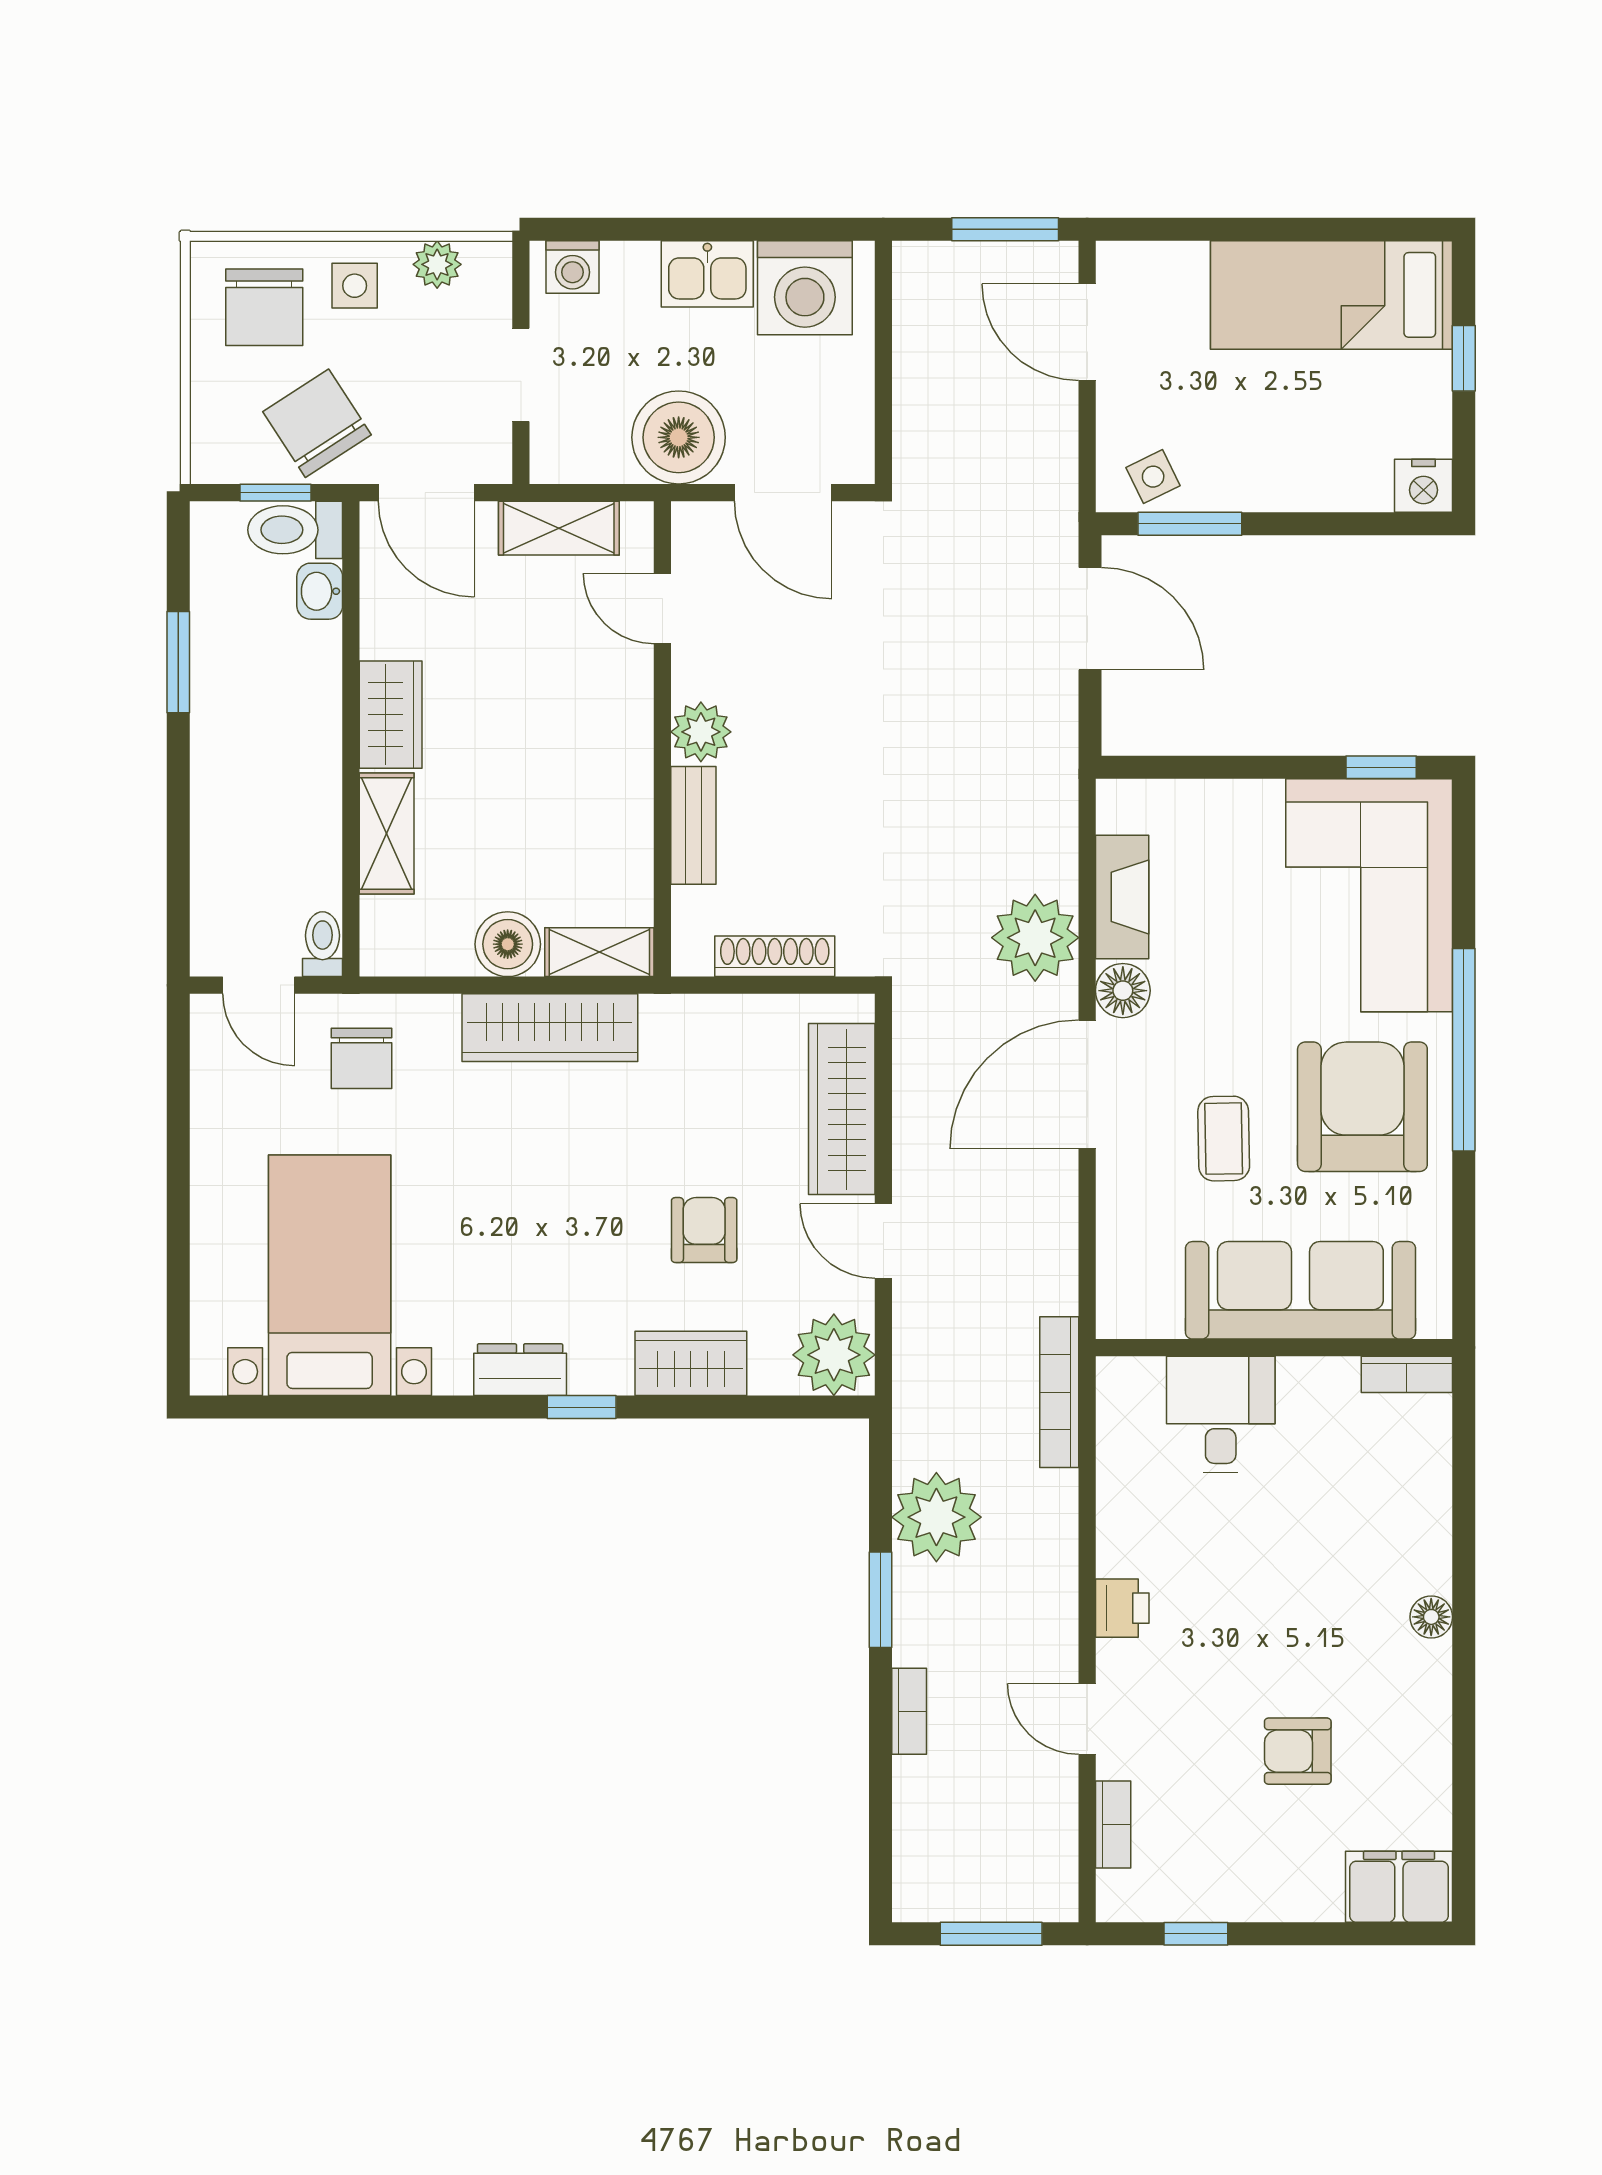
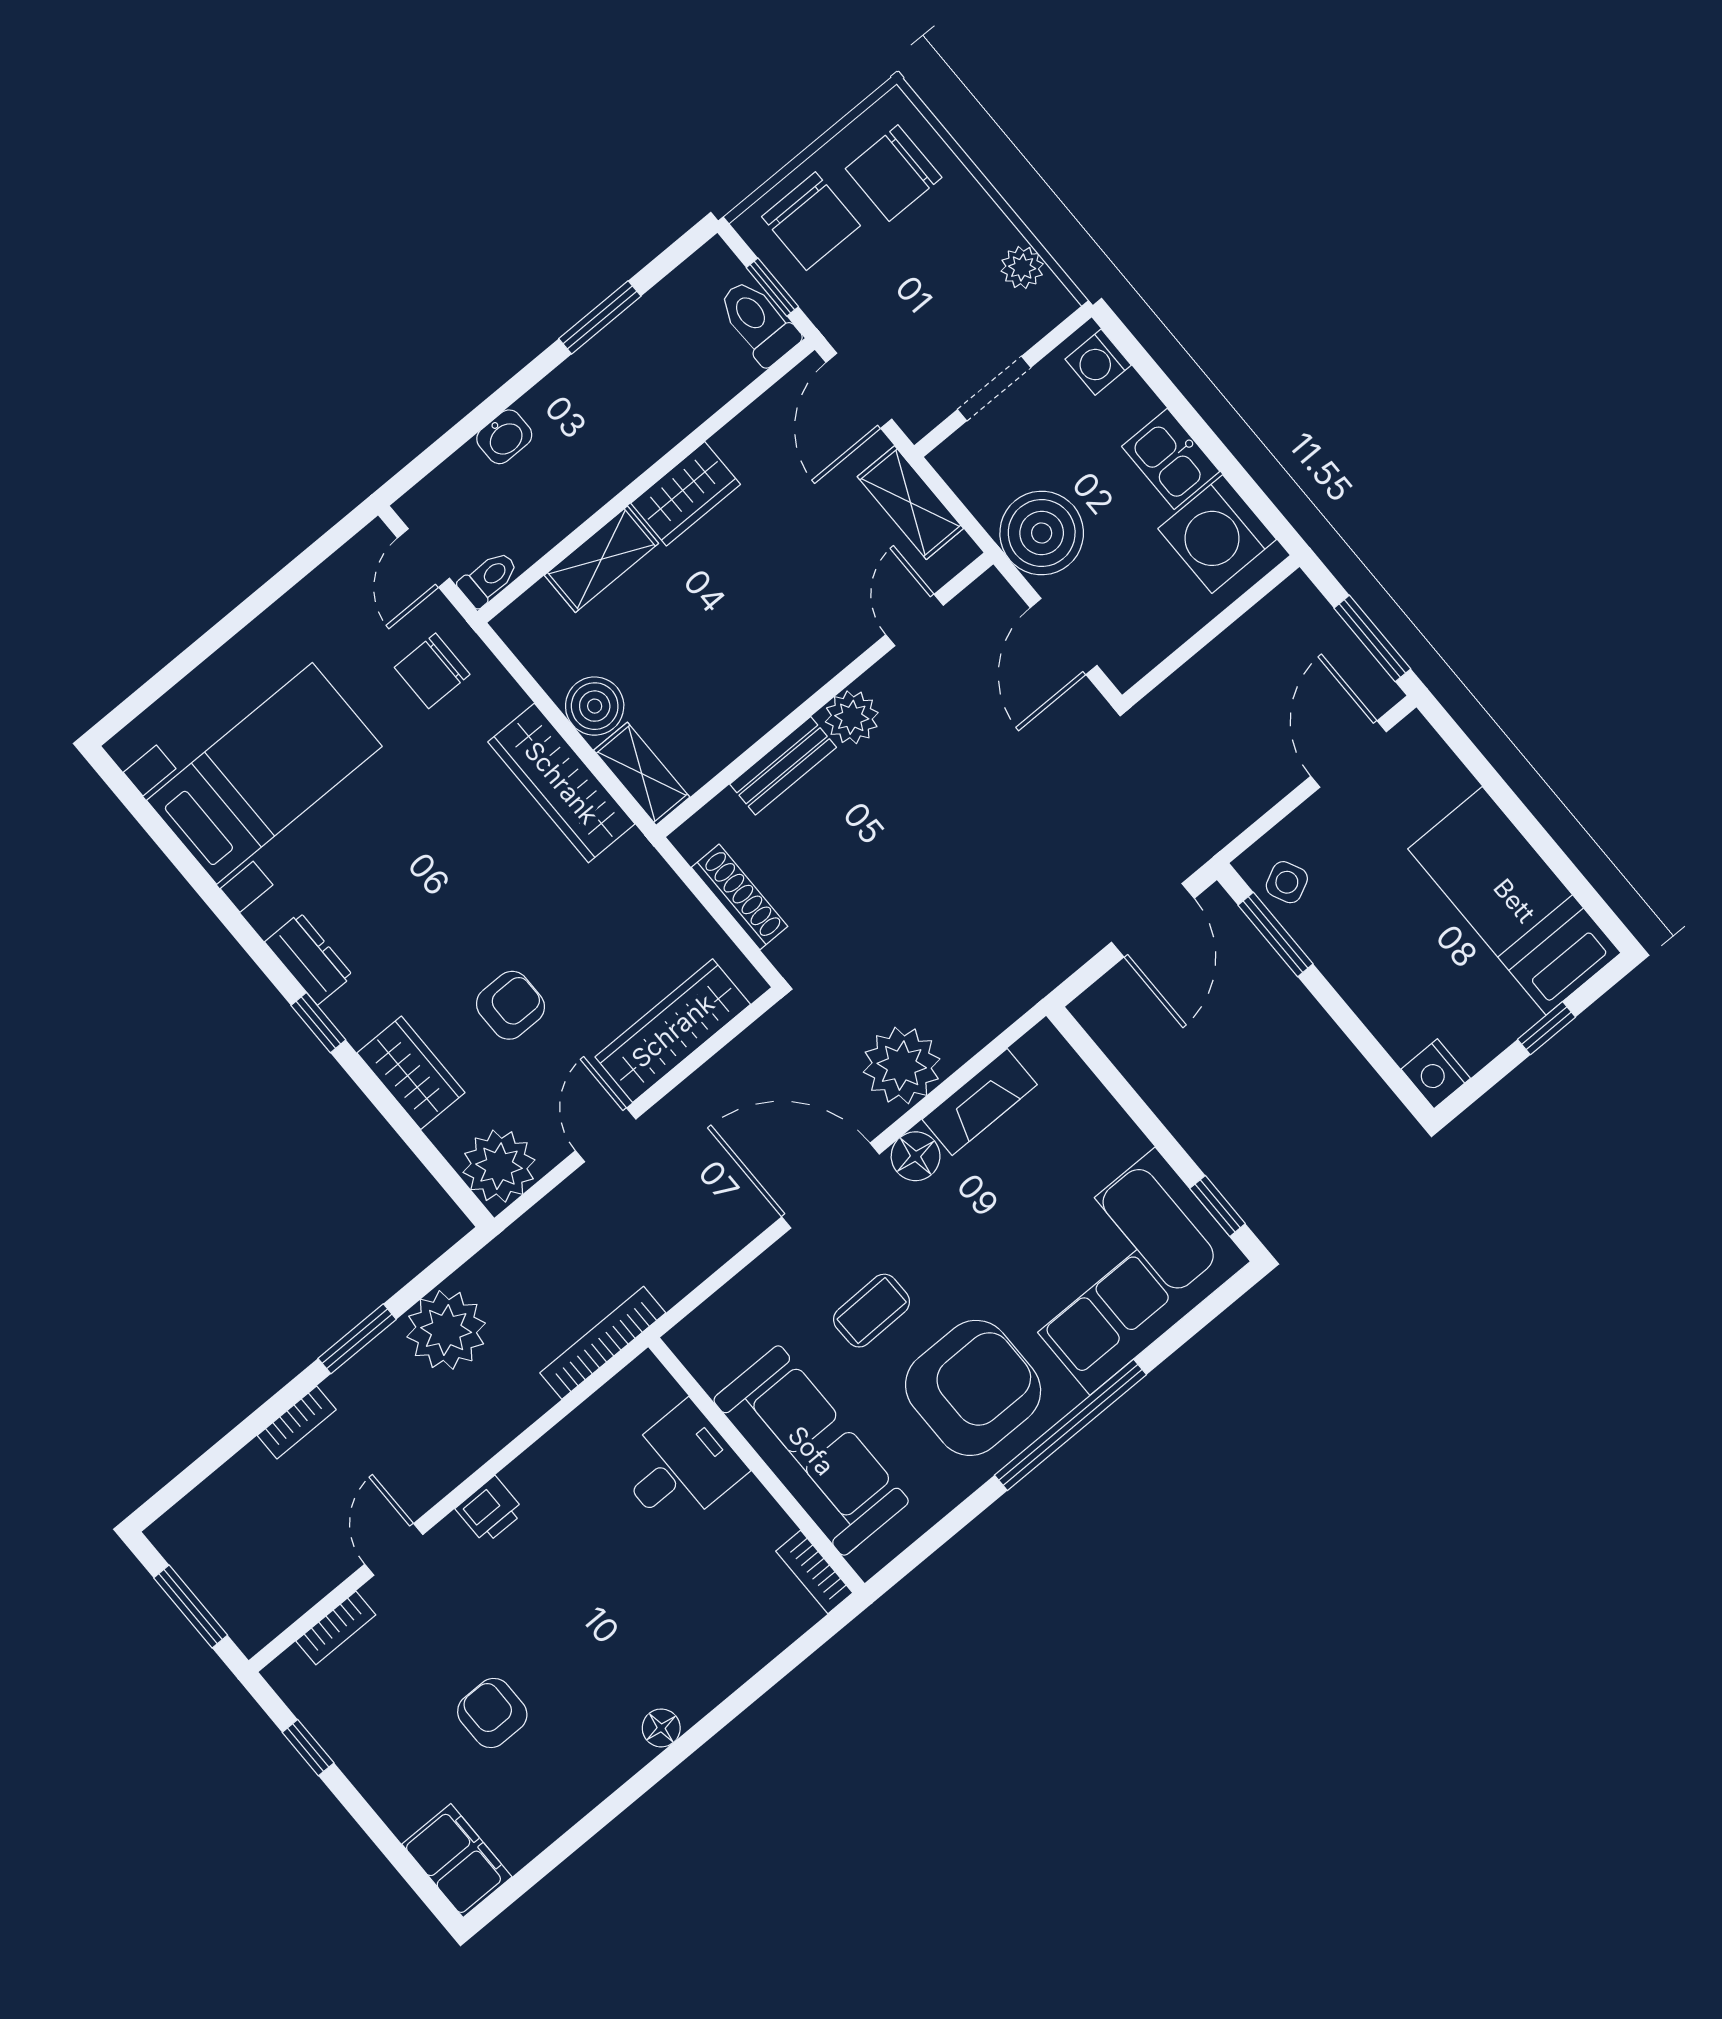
side table: (355, 286) -> (960, 223), removed
chair: (317, 423) -> (811, 221), moved, turned 123
washbasin: (320, 591) -> (504, 437), moved, turned 180

